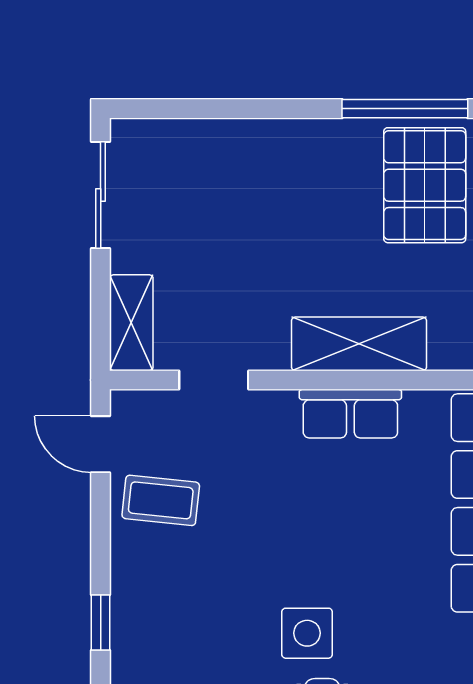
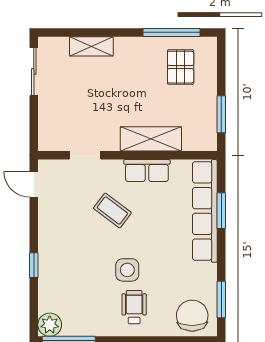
pallet: (425, 185) -> (181, 67), width x0.67, depth x0.71
shelving: (131, 323) -> (91, 46), moved, turned 90
coffee table: (161, 500) -> (112, 210), moved, turned 31

